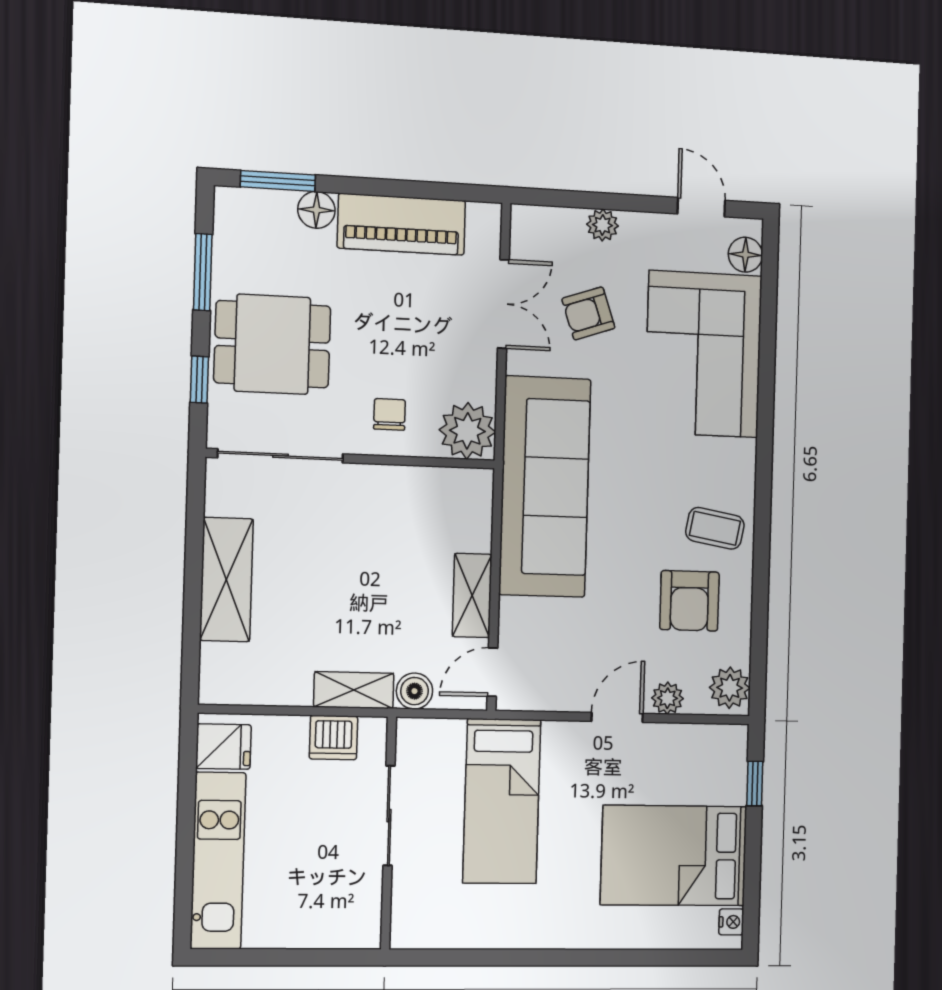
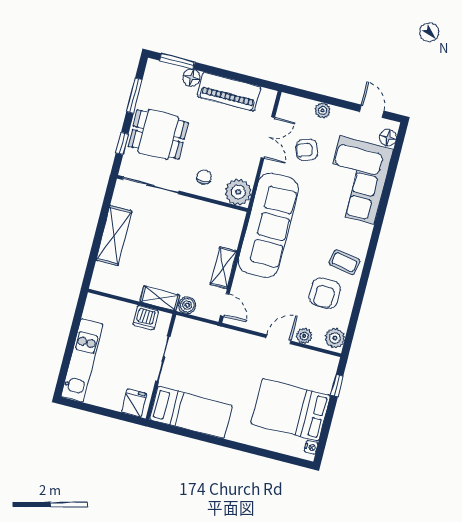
door: (492, 672) -> (225, 305), swing flipped
fridge: (223, 746) -> (134, 403), moved, turned -90
bed: (502, 801) -> (191, 412), moved, turned -90

